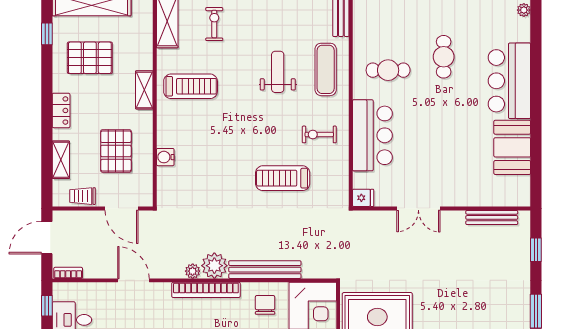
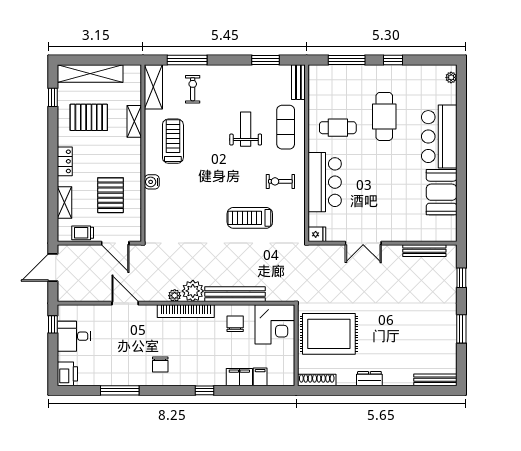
cafe table: (444, 57) -> (384, 116), width x1.37, depth x1.35
treadmill: (191, 86) -> (173, 141), turned -90
shelving: (144, 90) -> (134, 121), moved
water cooler: (165, 157) -> (152, 182), moved
bookcase: (68, 273) -> (71, 297), removed

